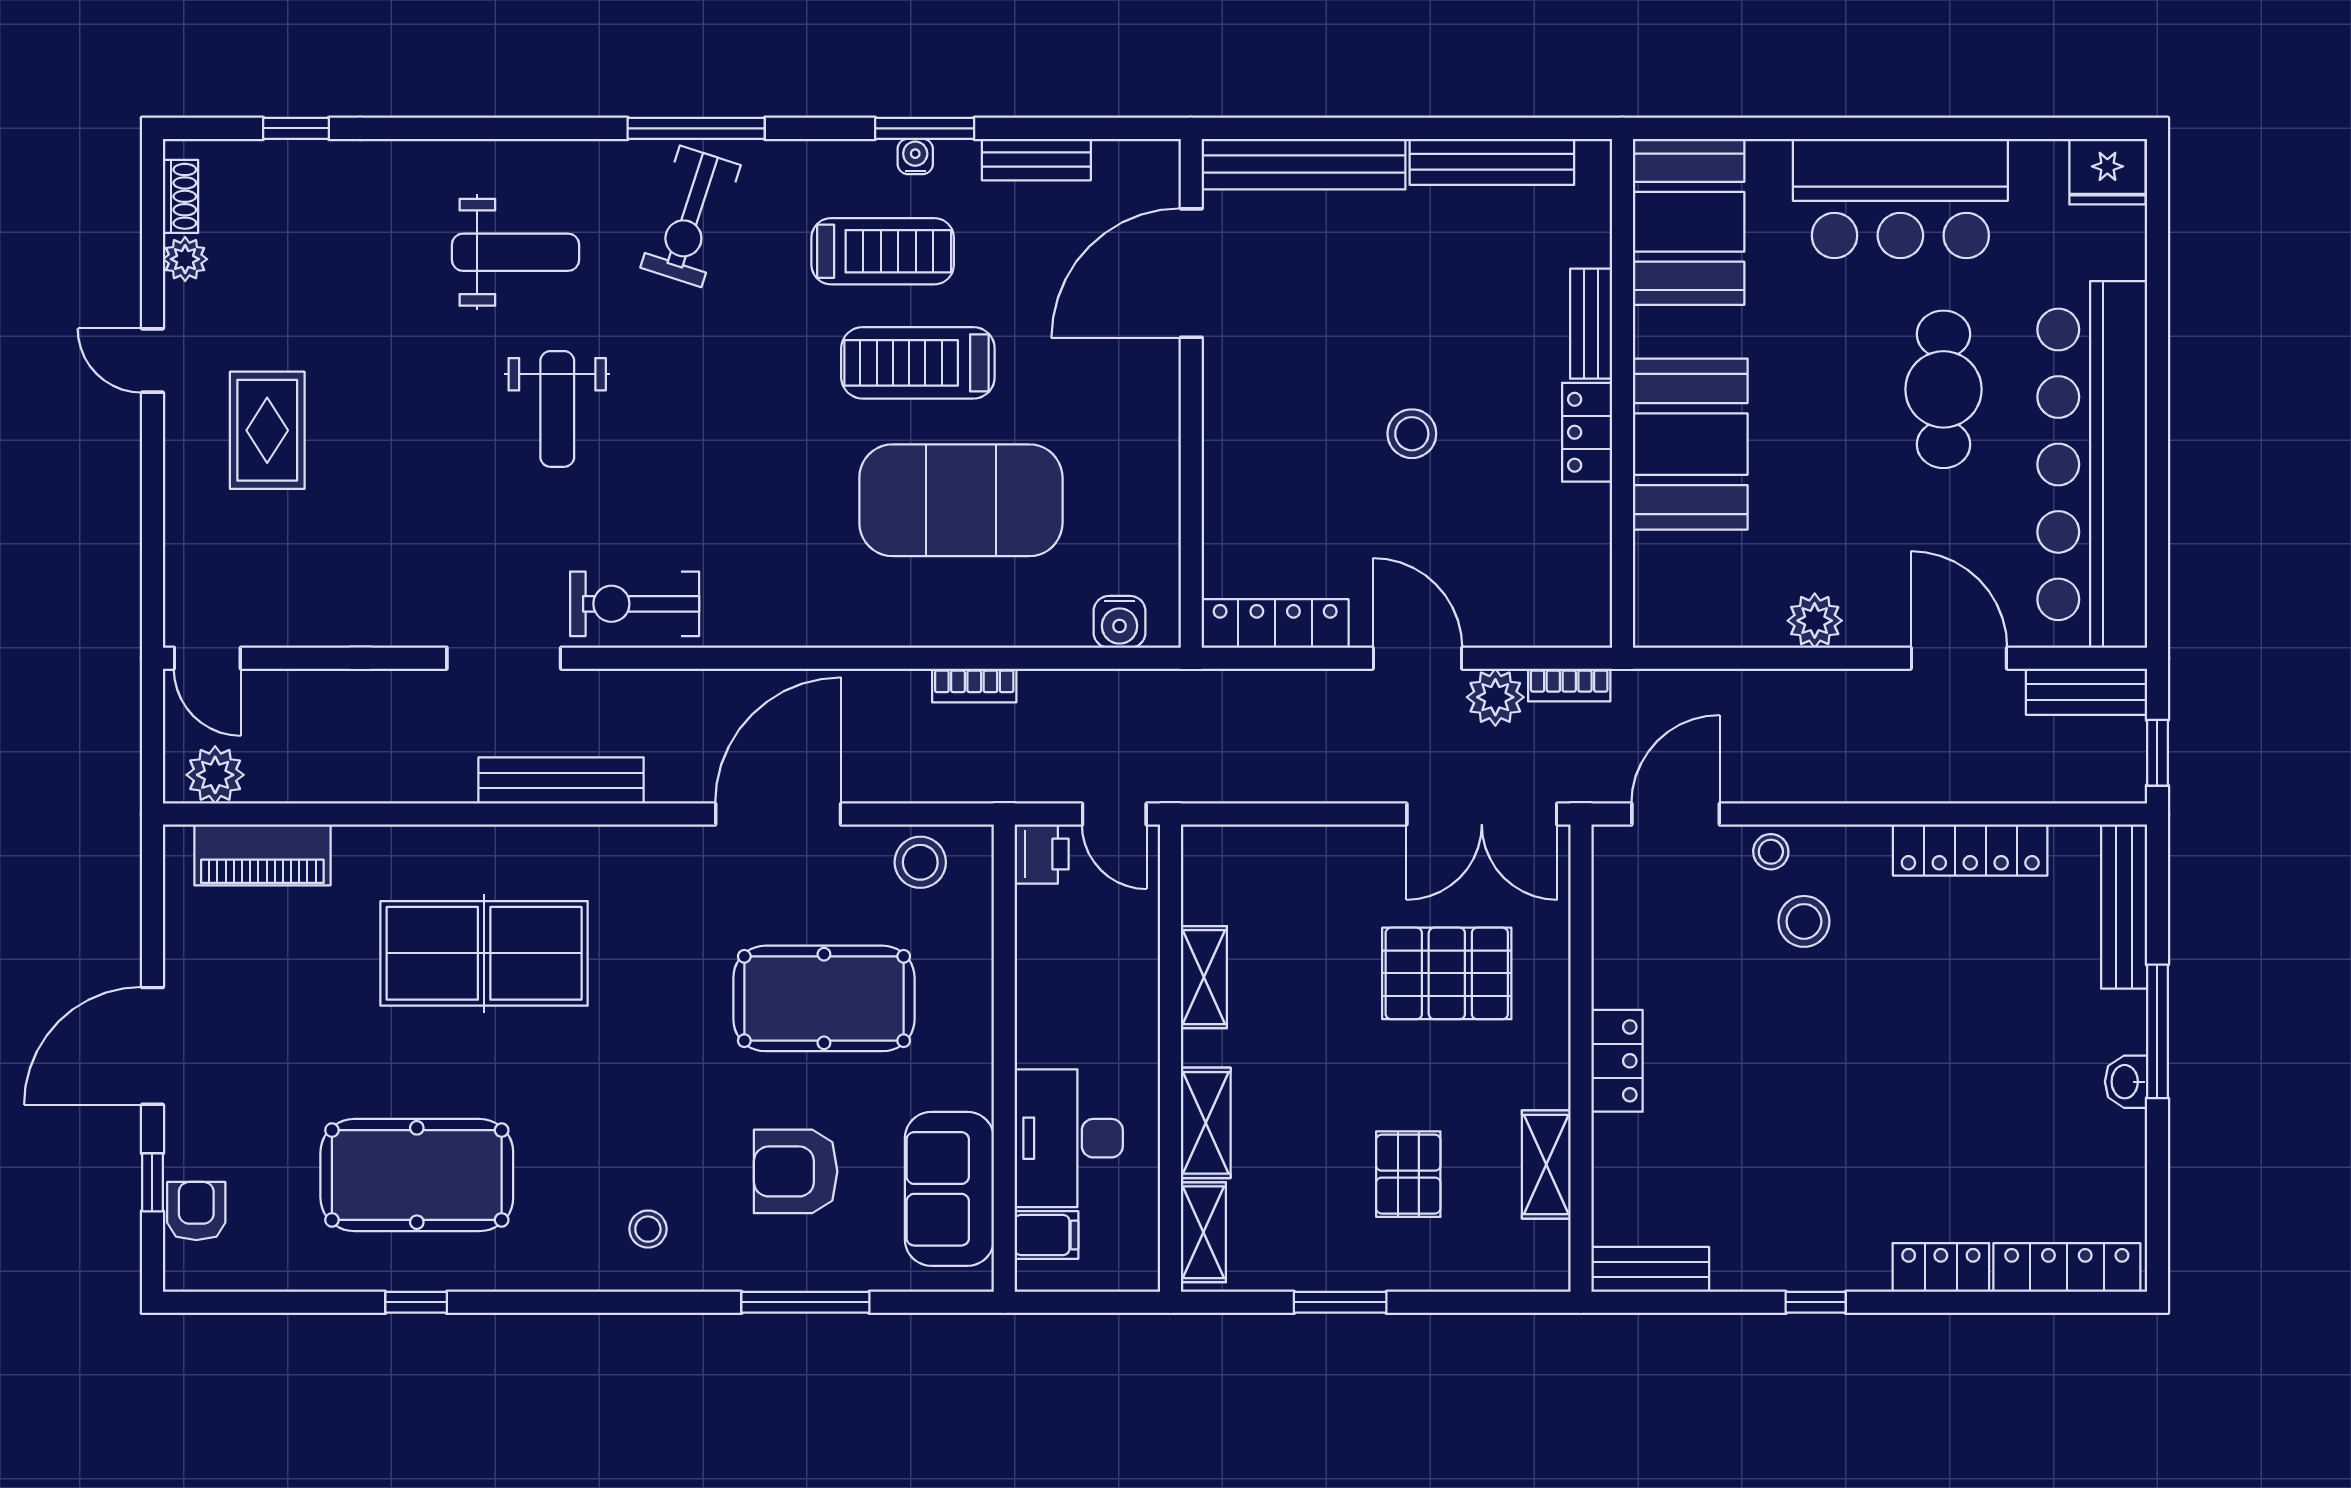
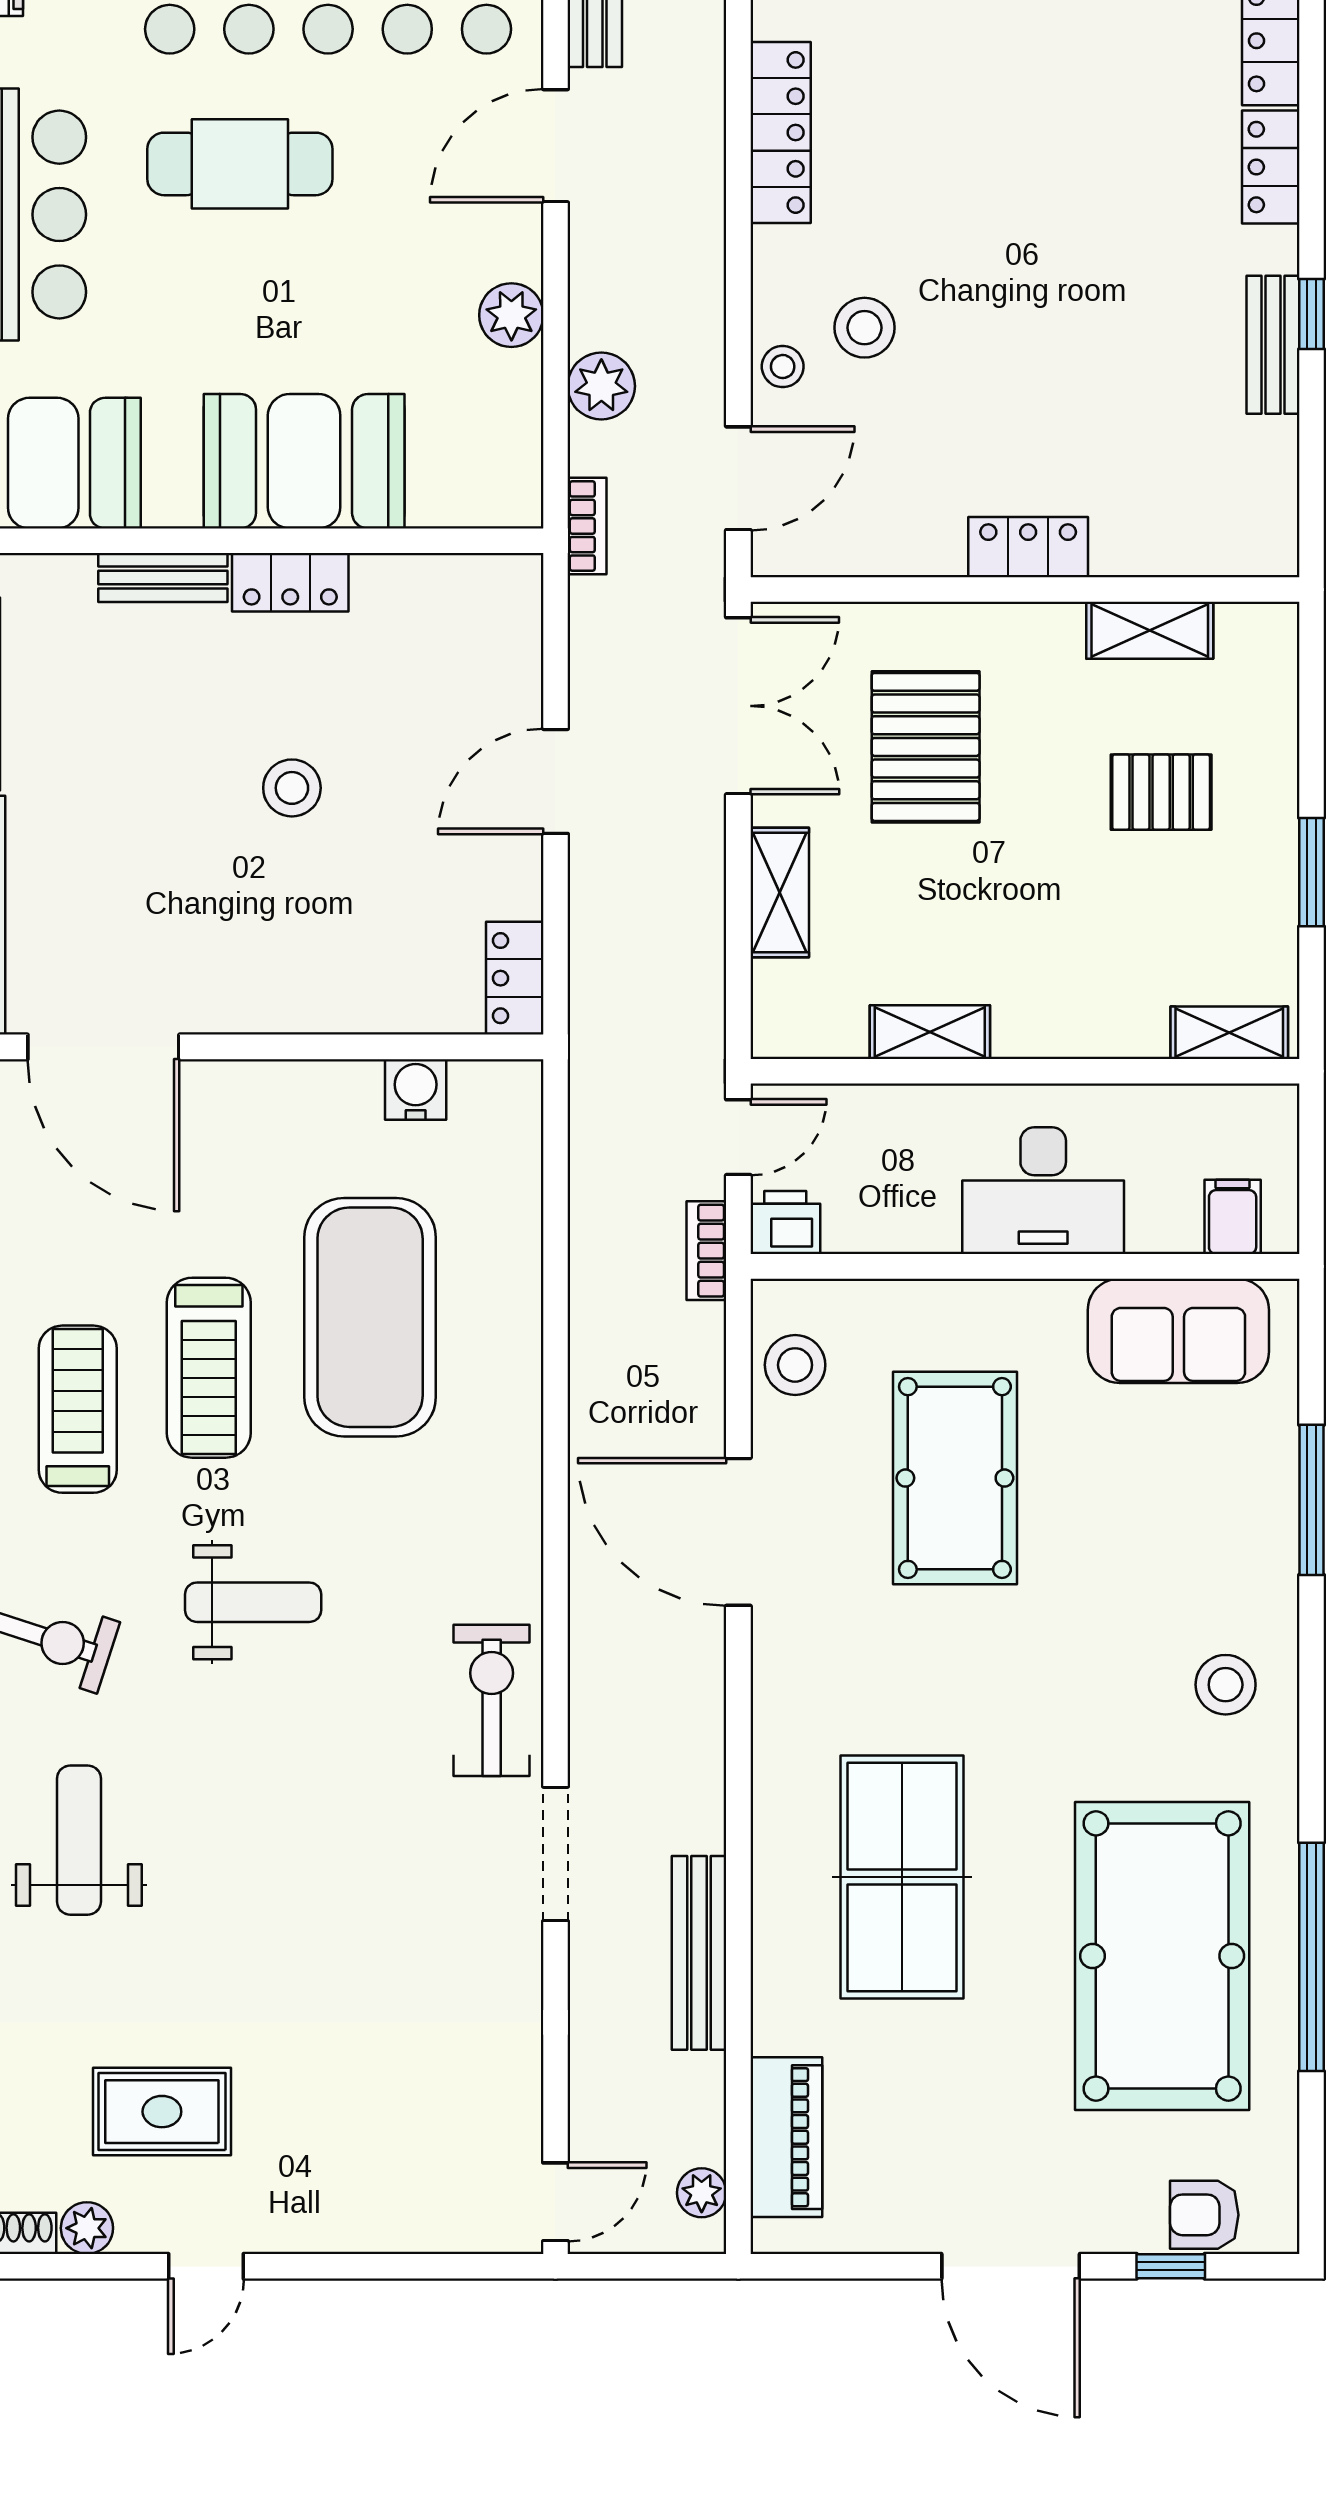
weight bench: (557, 409) -> (253, 1602), moved
rug: (267, 430) -> (162, 2112), moved
exercise bike: (635, 604) -> (492, 1700), turned 180
water cooler: (1120, 622) -> (416, 1089), moved, turned -90
locker: (1275, 623) -> (515, 978), width x0.66
bookcase: (974, 685) -> (706, 1251), moved, turned 180
bookcase: (1569, 685) -> (587, 526), moved
plant: (1495, 697) -> (601, 386), moved
plant: (215, 775) -> (702, 2193), width x0.73, depth x0.73
bench: (561, 780) -> (699, 1953), moved
door: (1676, 814) -> (738, 478), swing flipped
shelving: (1206, 1123) -> (780, 892), moved, turned 90
desk: (1069, 1138) -> (1043, 1191), moved
armchair: (796, 1171) -> (1158, 1511), removed
pool table: (417, 1175) -> (1162, 1956), width x1.36, depth x1.32
stool: (648, 1229) -> (1226, 1685), width x1.37, depth x1.37
bench: (1650, 1269) -> (1273, 345), moved
window: (416, 1302) -> (1312, 1957), width x3.17

